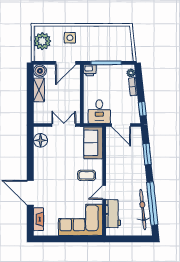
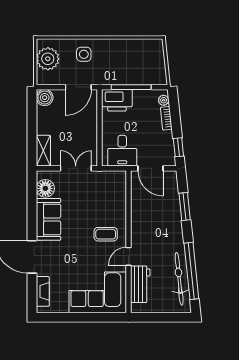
printer: (90, 70) -> (117, 100), width x1.87, depth x1.48
shelving: (39, 90) -> (43, 151), moved
sofa: (93, 143) -> (49, 219), moved, turned 180

